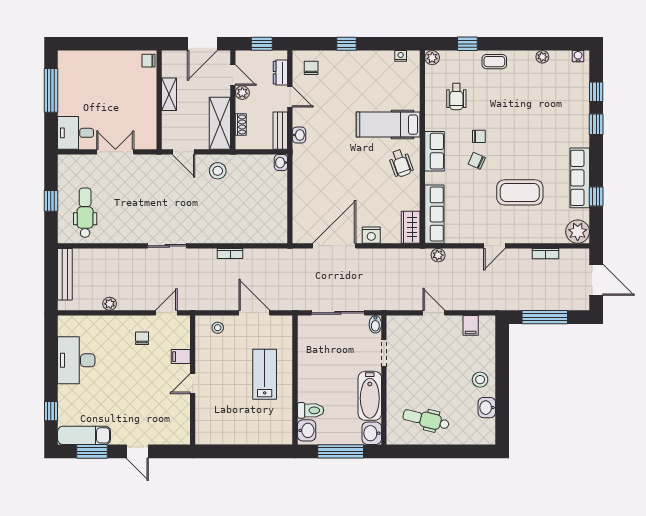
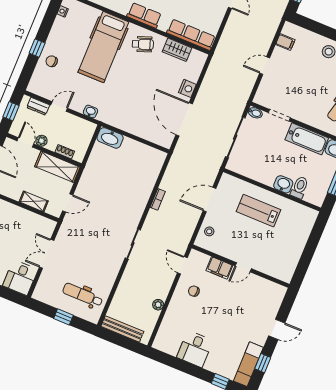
chair: (311, 68) -> (52, 61), moved
door: (233, 75) -> (25, 142), hinge flipped
shelving: (169, 94) -> (34, 201), moved
hospital bed: (388, 125) -> (103, 47), width x1.37, depth x1.29
bench: (280, 131) -> (82, 124), removed
washbasin: (281, 163) -> (110, 138), width x1.91, depth x1.45
stool: (218, 171) -> (92, 183), removed
wardrobe: (411, 227) -> (177, 50), moved
plant: (438, 255) -> (223, 45), removed
filing cabinet: (181, 357) -> (219, 268), width x2.00
desk: (76, 360) -> (195, 349), width x0.73
door: (193, 384) -> (243, 267), hinge flipped
washbasin: (307, 430) -> (283, 184), moved
window: (92, 451) -> (263, 363), width x0.67

